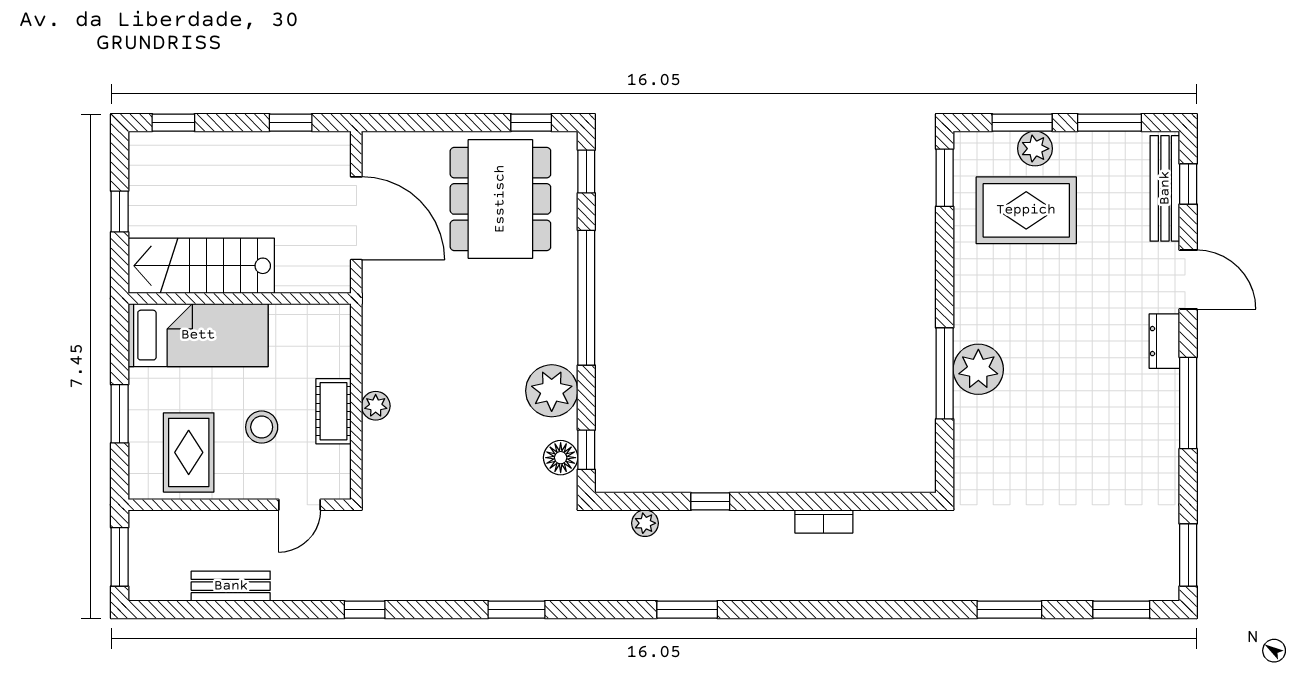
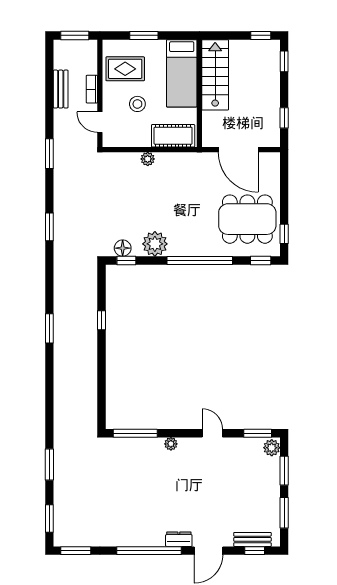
plant: (1035, 149) -> (272, 448), moved
bench: (1165, 188) -> (252, 539), width x0.73
rug: (1026, 210) -> (242, 473), removed
window: (120, 212) -> (261, 35), moved
door: (356, 218) -> (238, 150), hinge flipped
door: (945, 272) -> (212, 433), added
plant: (978, 369) -> (171, 444), width x0.53, depth x0.53
window: (945, 373) -> (135, 433), moved
window: (1188, 403) -> (149, 551), width x1.46
cot: (334, 411) -> (173, 136), moved, width x1.37, depth x1.34
bookcase: (824, 521) -> (92, 89), moved
plant: (645, 523) -> (91, 289), removed
window: (365, 610) -> (49, 154), width x1.50
window: (687, 610) -> (49, 328), moved

